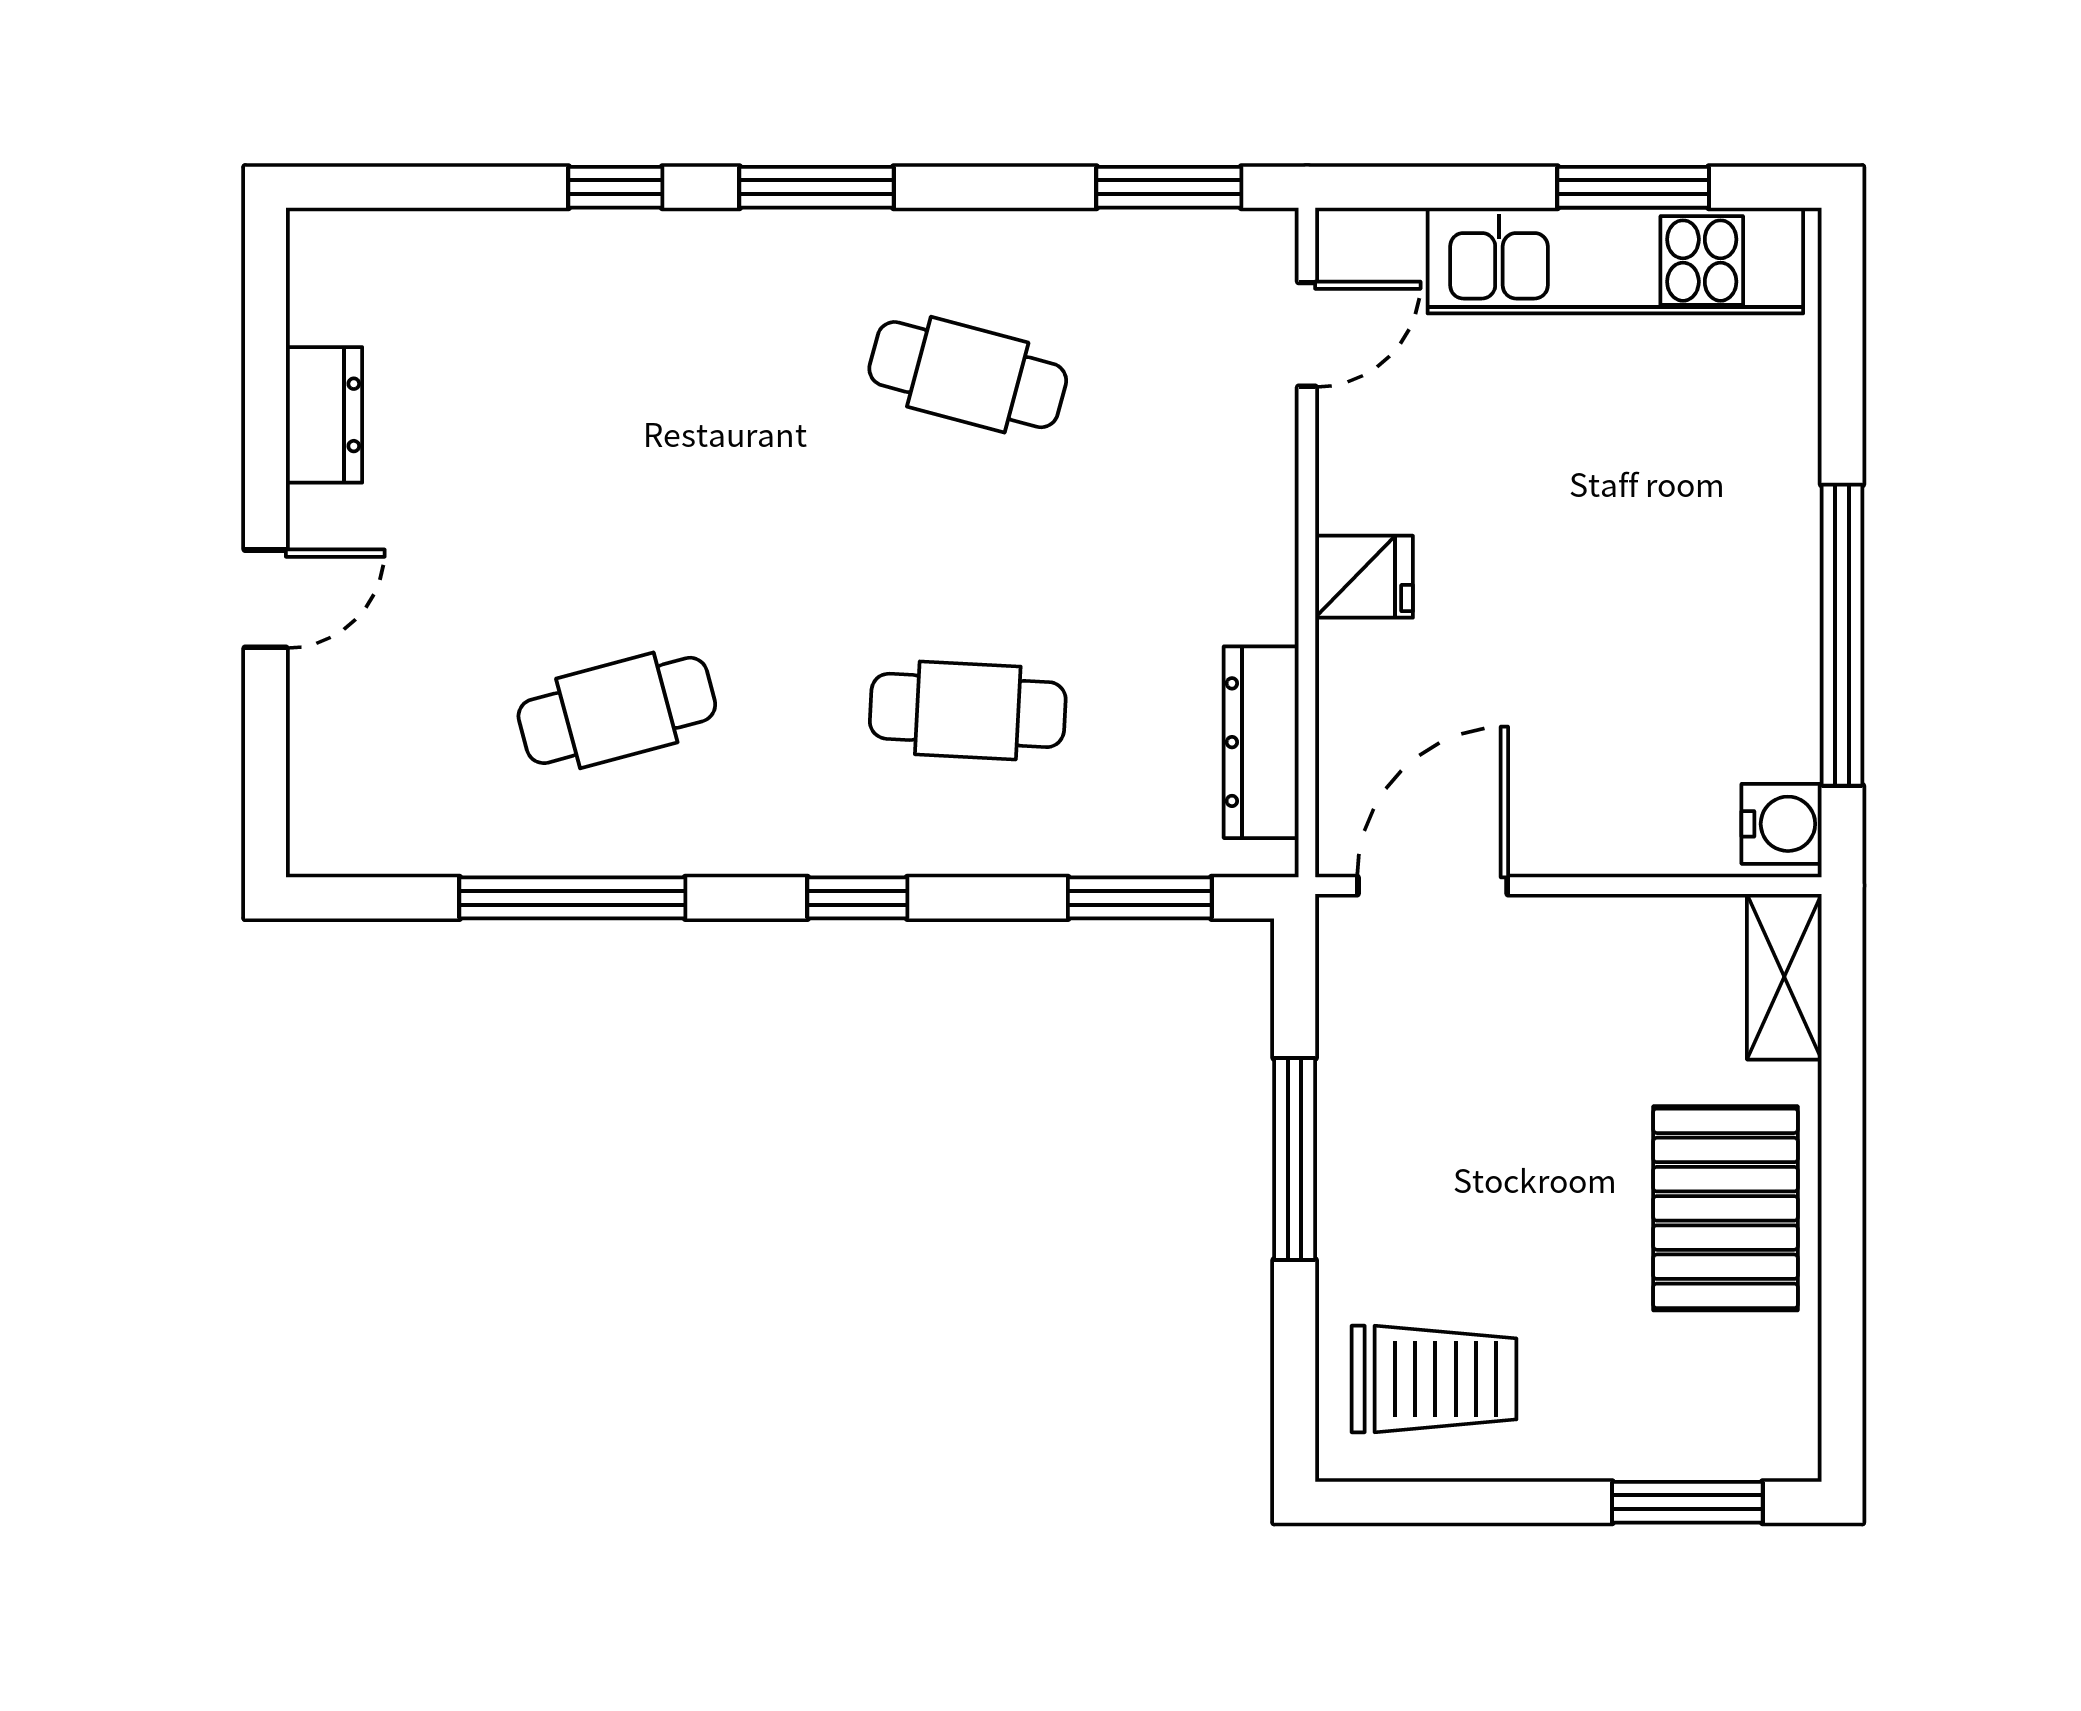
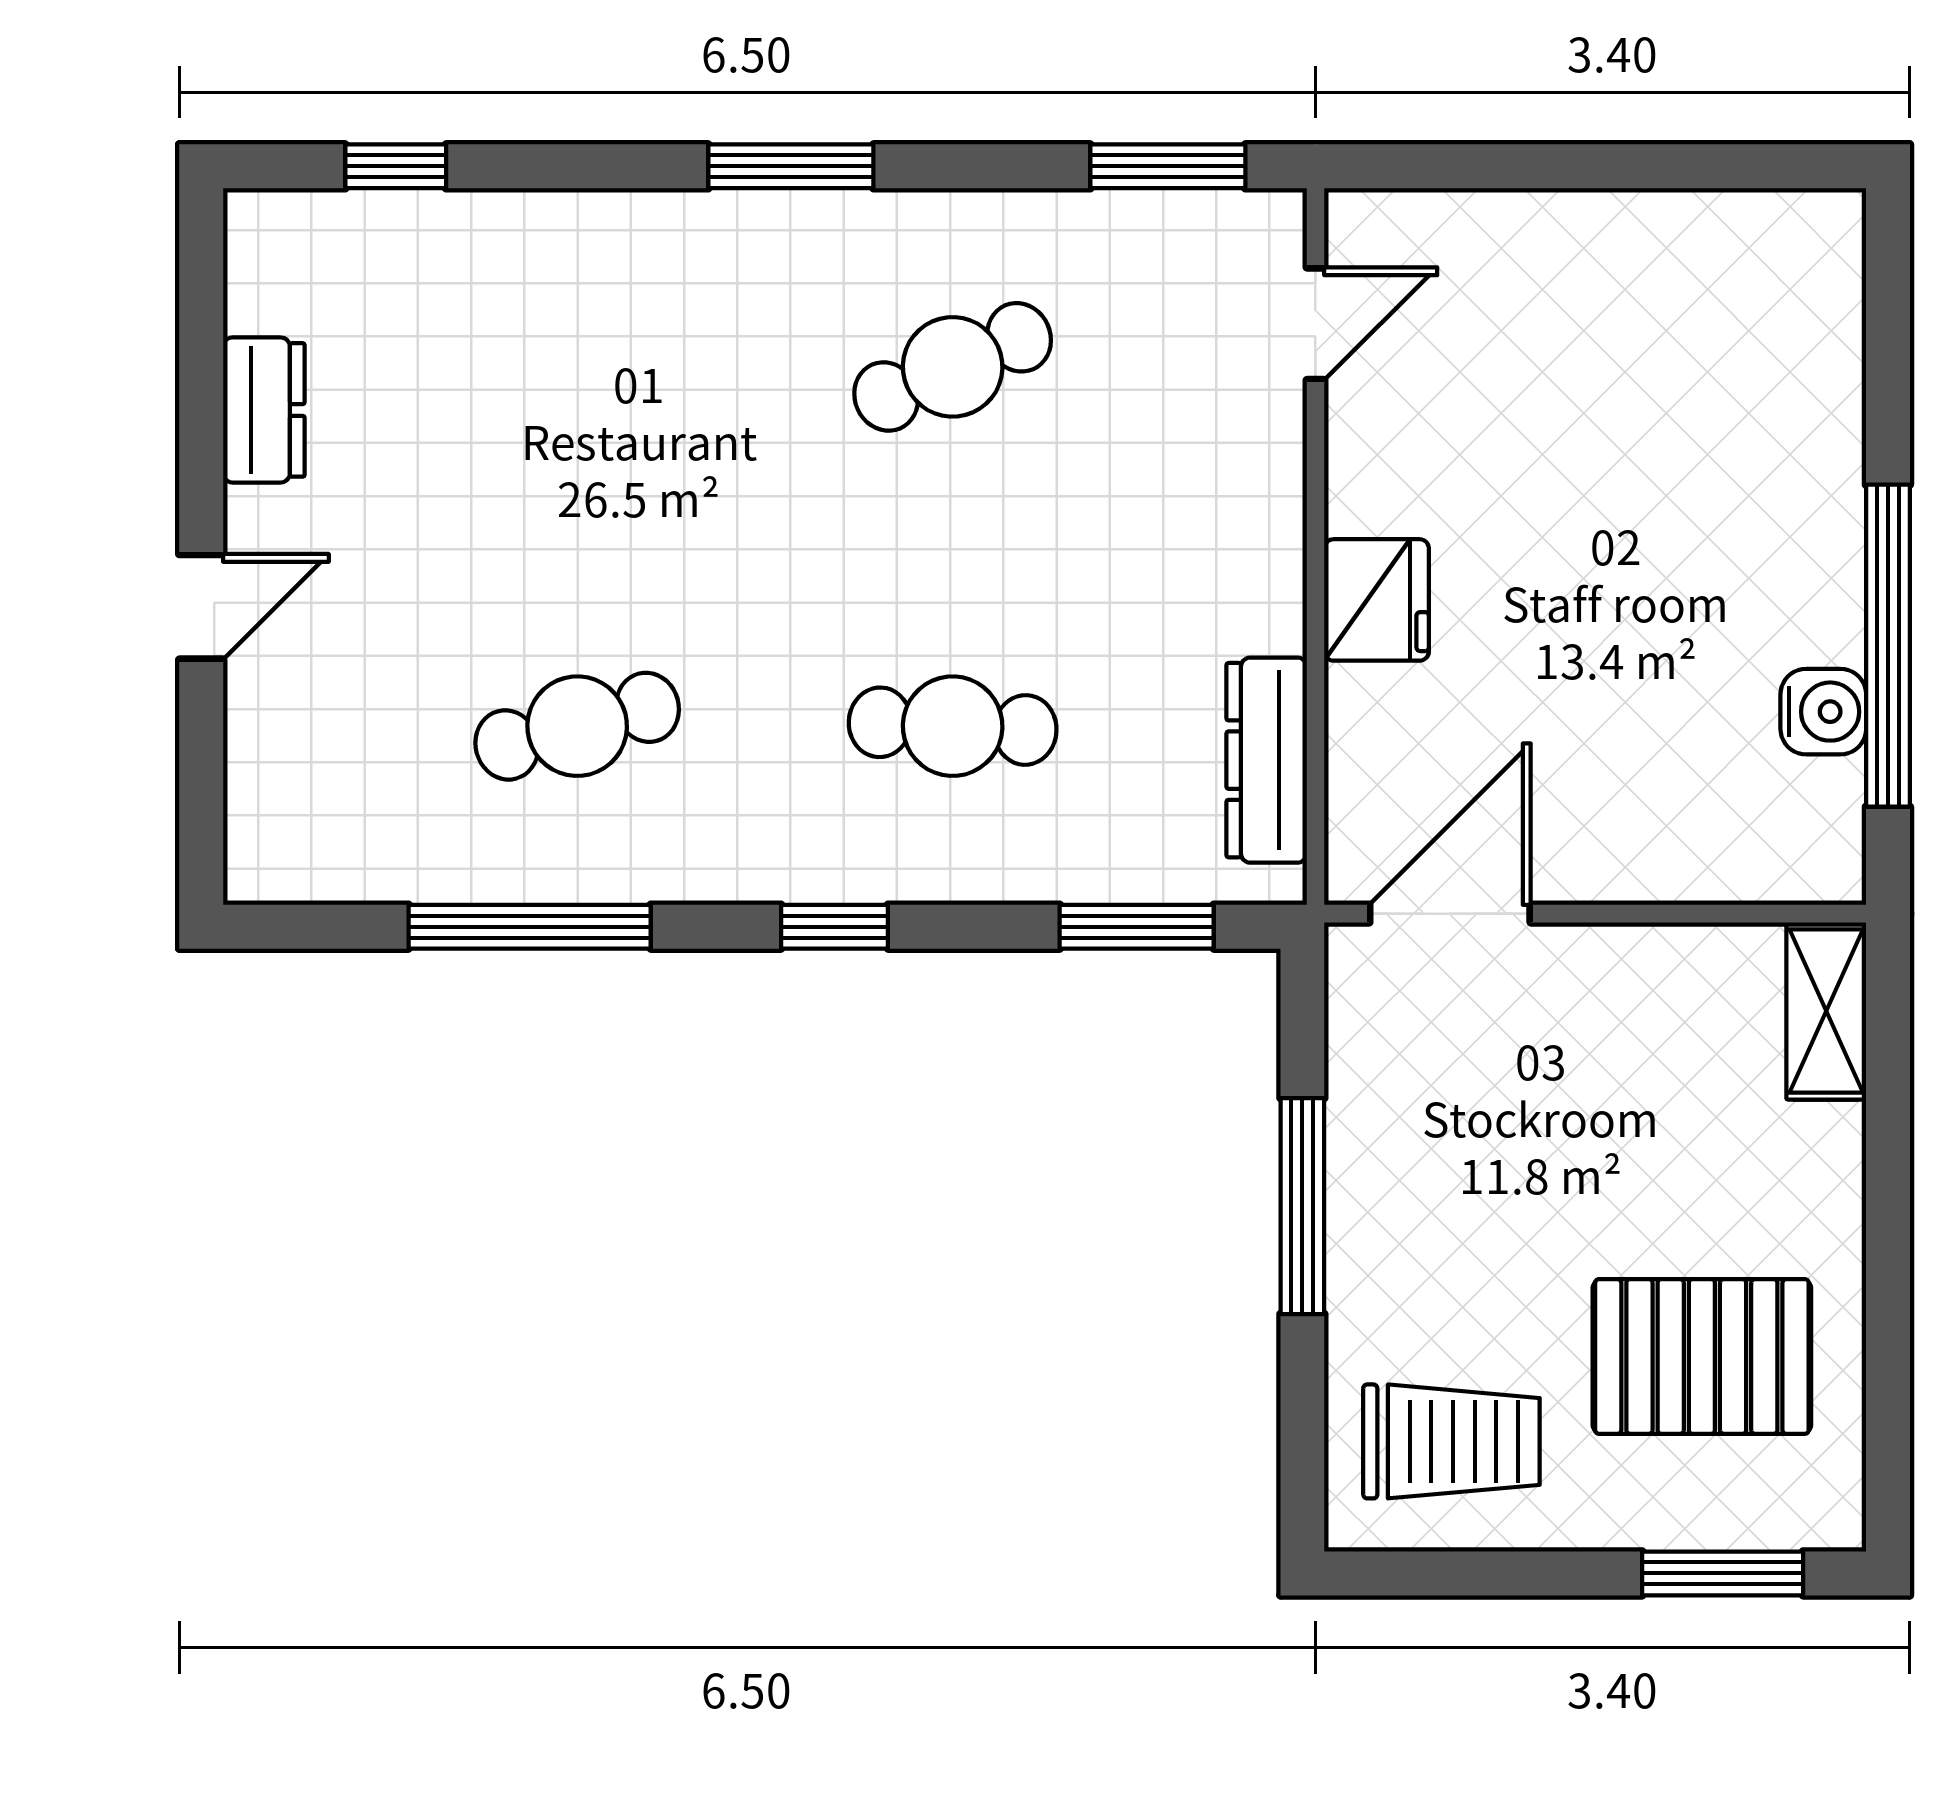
window: (615, 187) -> (396, 166), moved
window: (1633, 187) -> (1665, 166), removed
kitchen unit: (1615, 261) -> (1646, 245), removed
cafe table: (968, 375) -> (953, 367), turned -39
fridge: (1364, 577) -> (1377, 600), width x1.38
water cooler: (1782, 824) -> (1823, 712), moved
pallet: (1726, 1208) -> (1702, 1356), moved, turned 90

